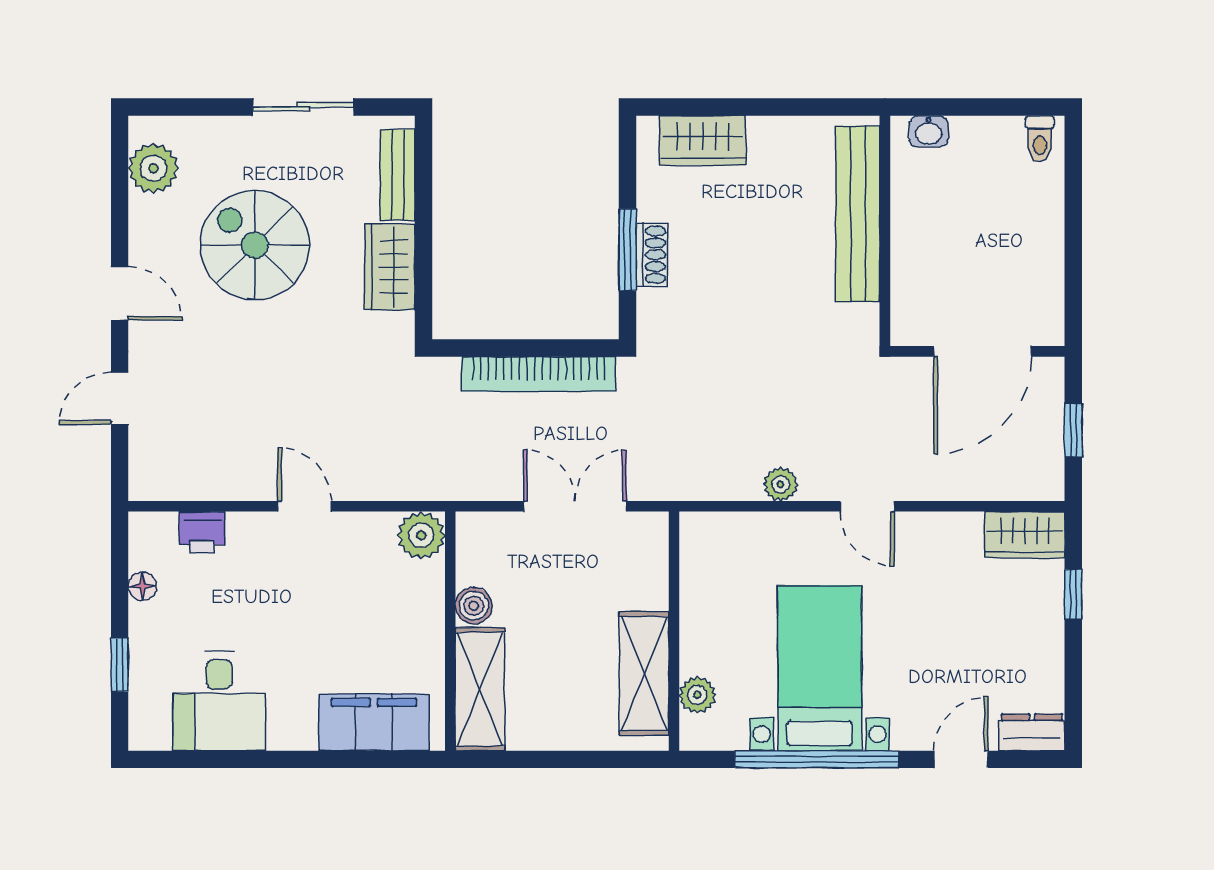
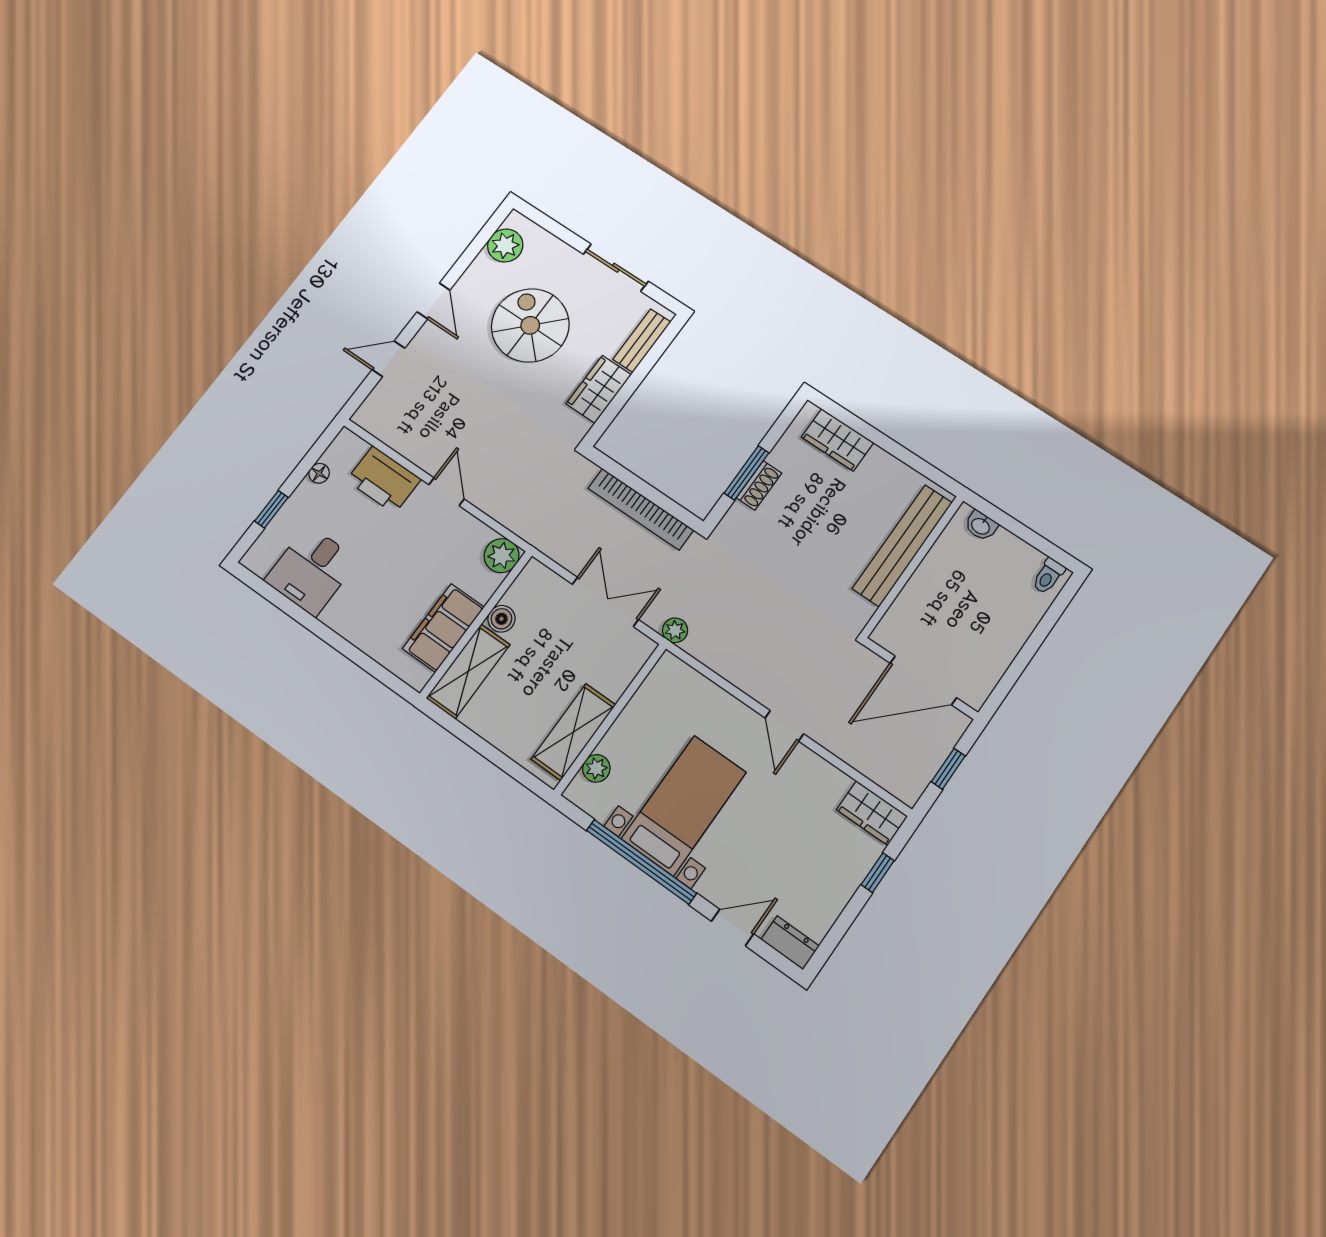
plant: (781, 484) -> (675, 630), moved
printer: (202, 532) -> (384, 480), width x1.87, depth x1.48
filing cabinet: (374, 722) -> (443, 628), moved, turned -90

